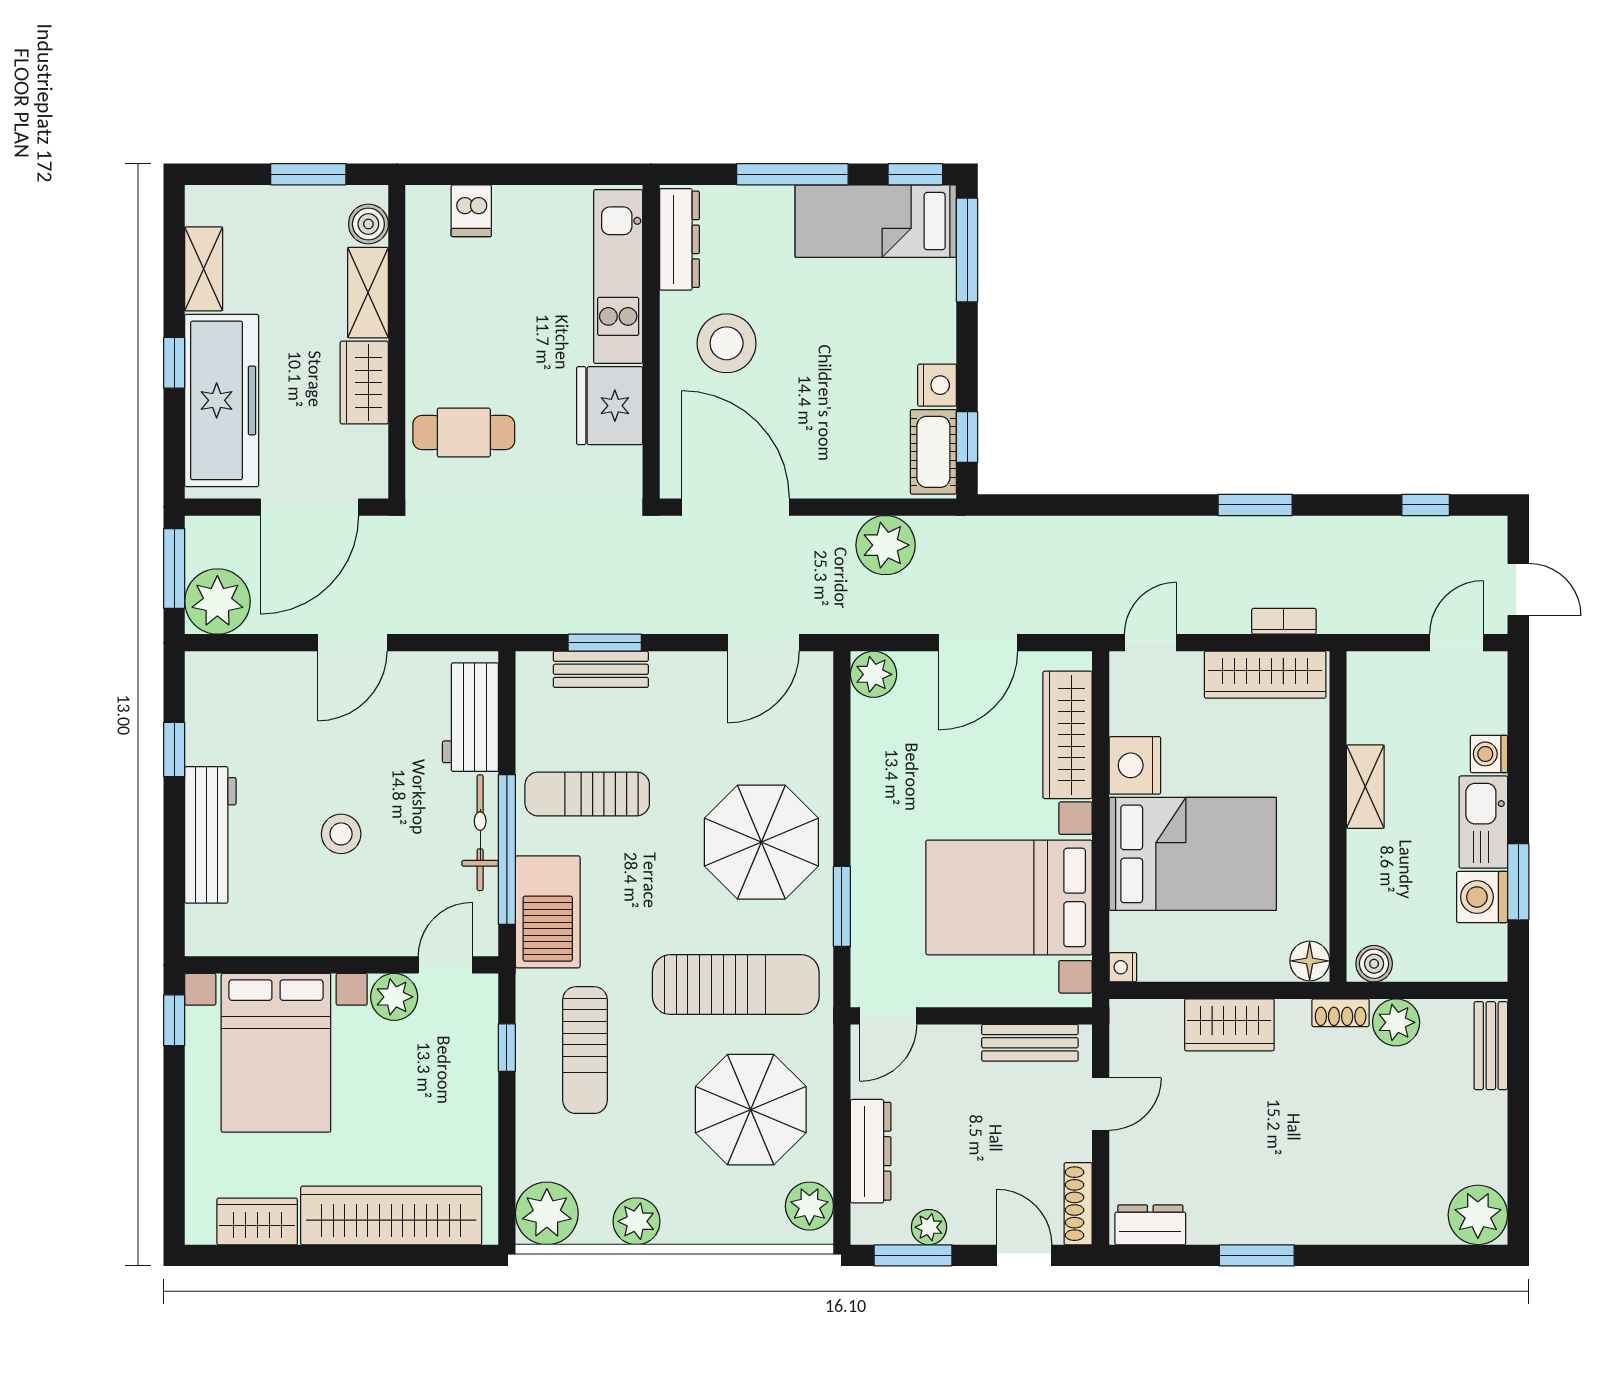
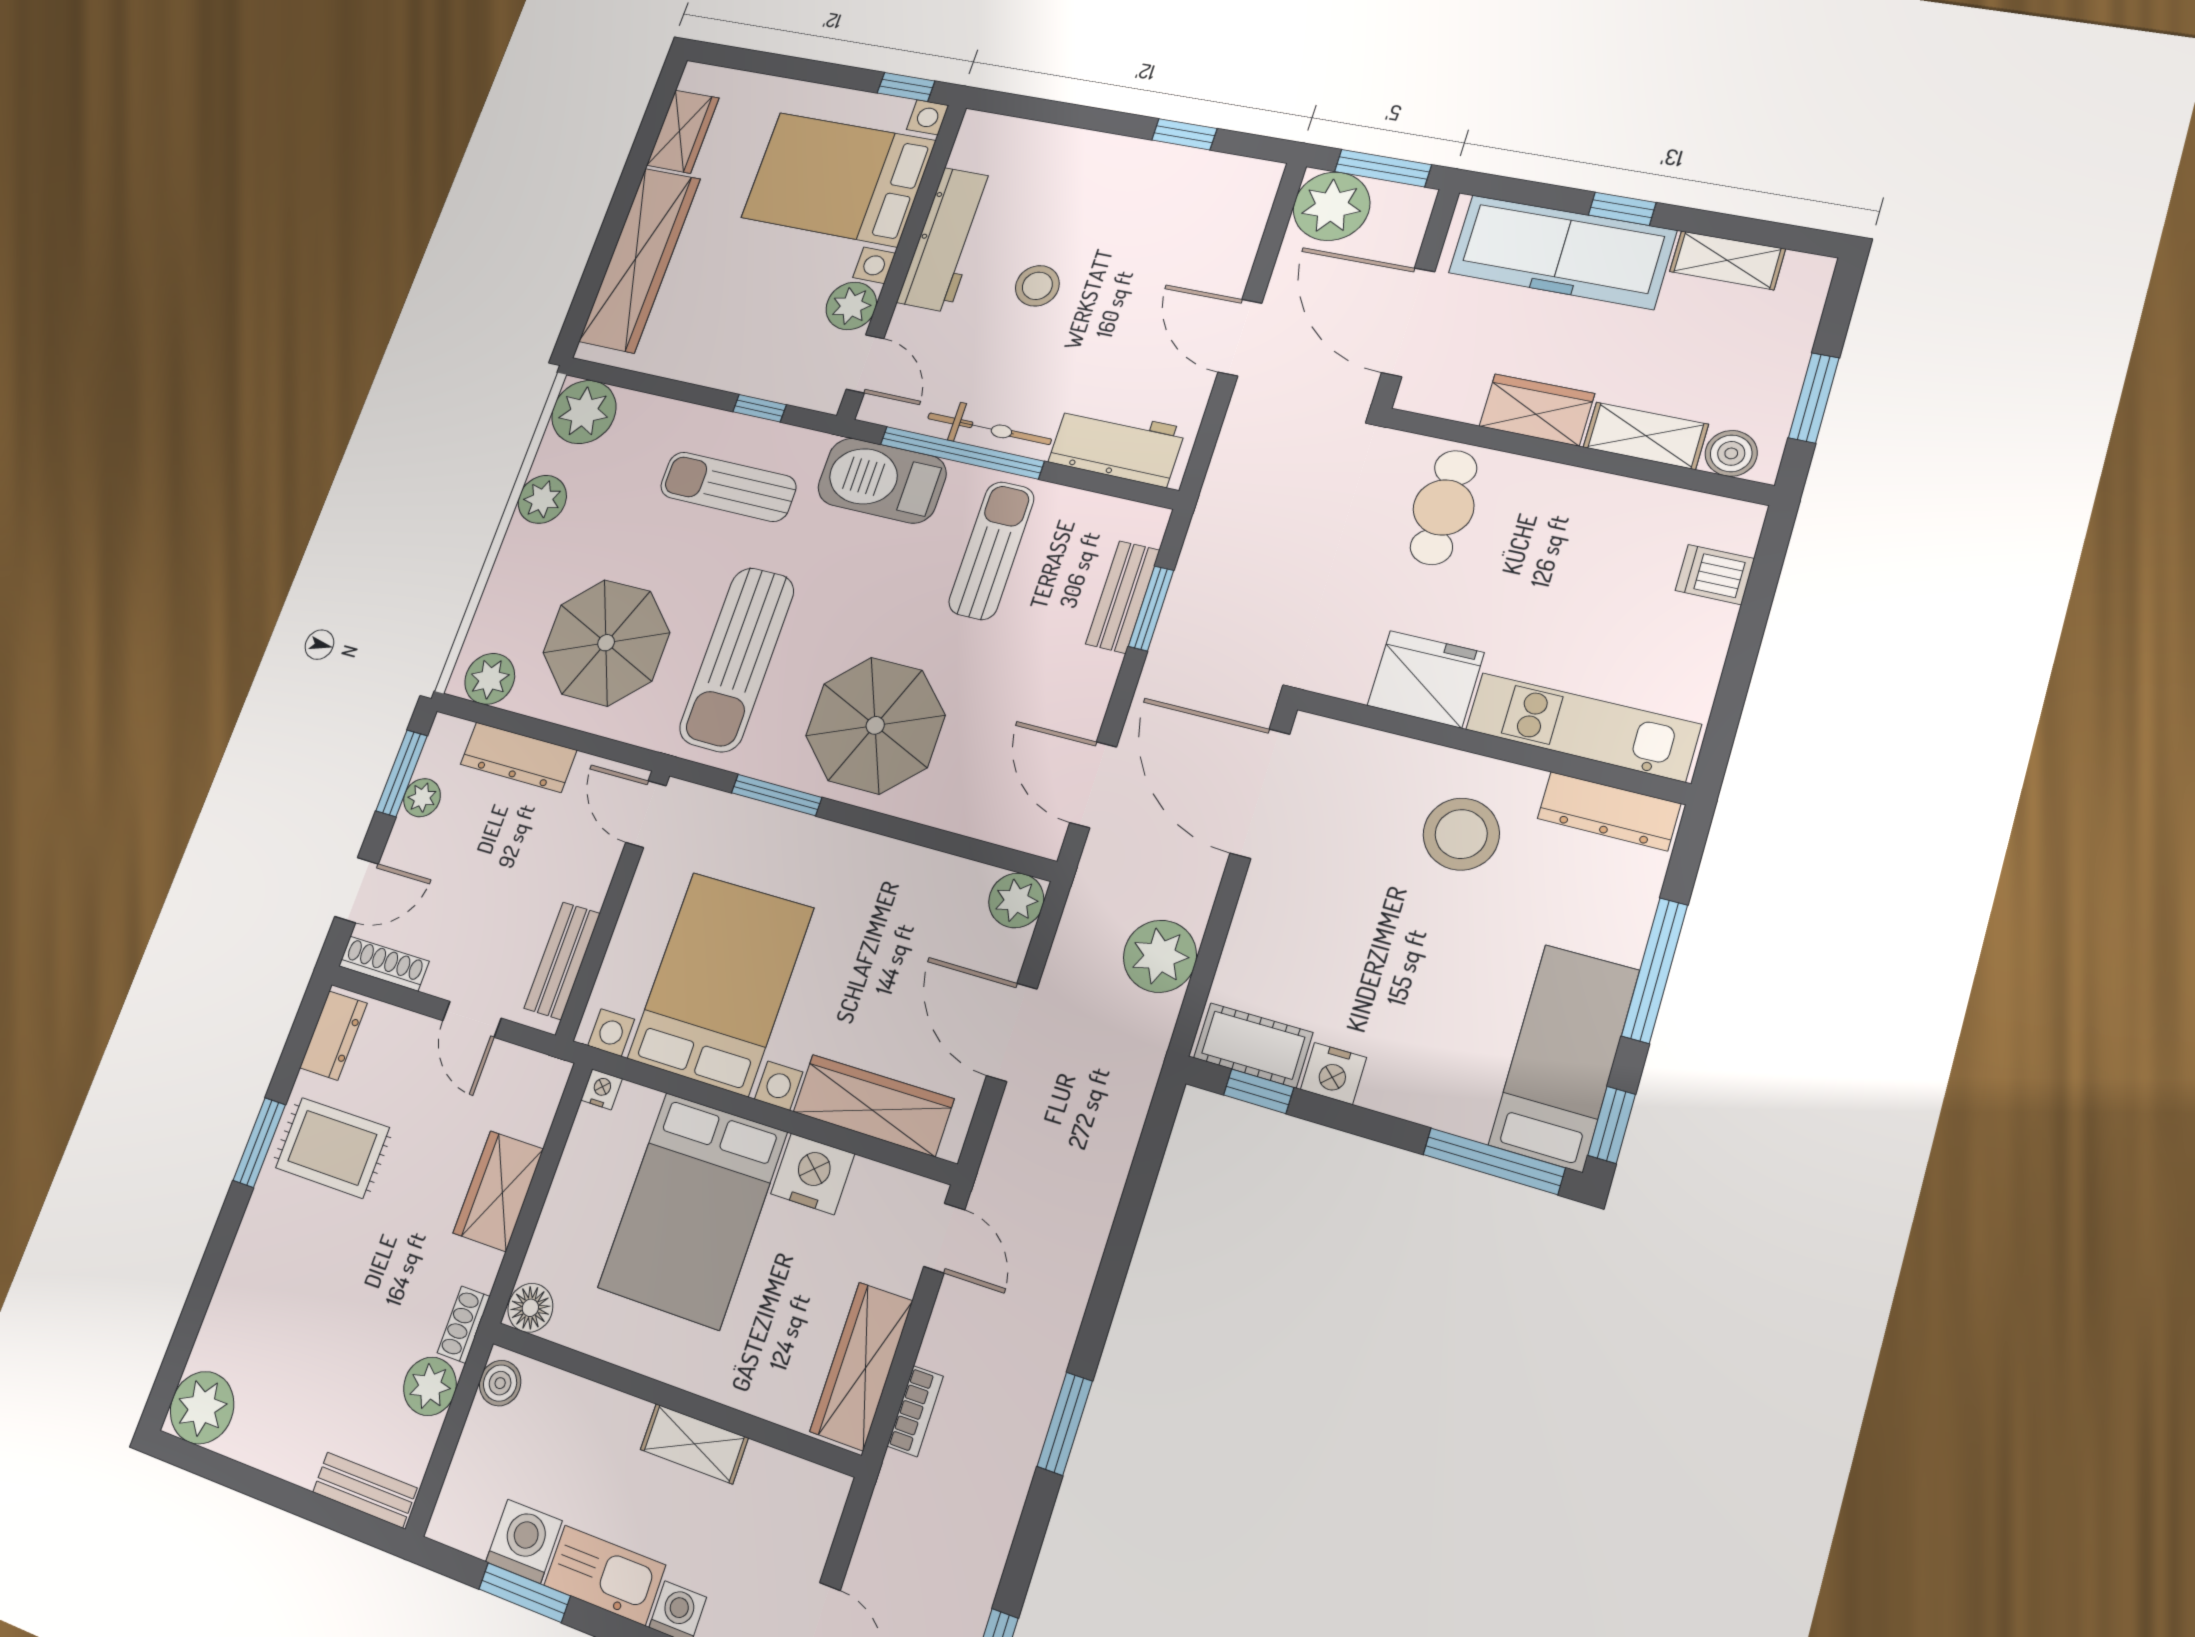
door: (735, 507) -> (1260, 793), swing flipped
workbench: (210, 835) -> (947, 240), moved, turned -90
rug: (1241, 1187) -> (332, 1148), added

